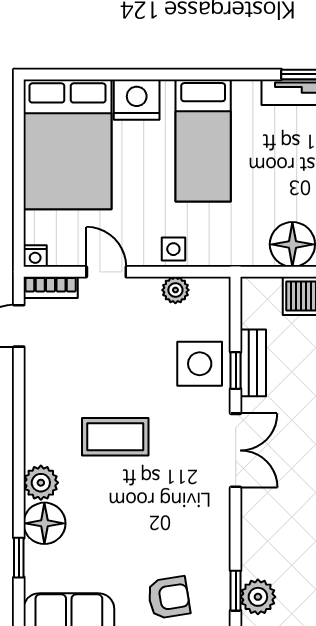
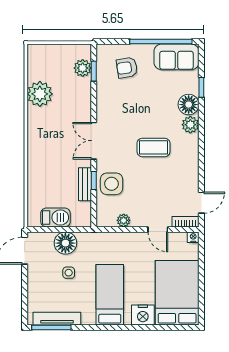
side table: (173, 249) -> (69, 273), moved

